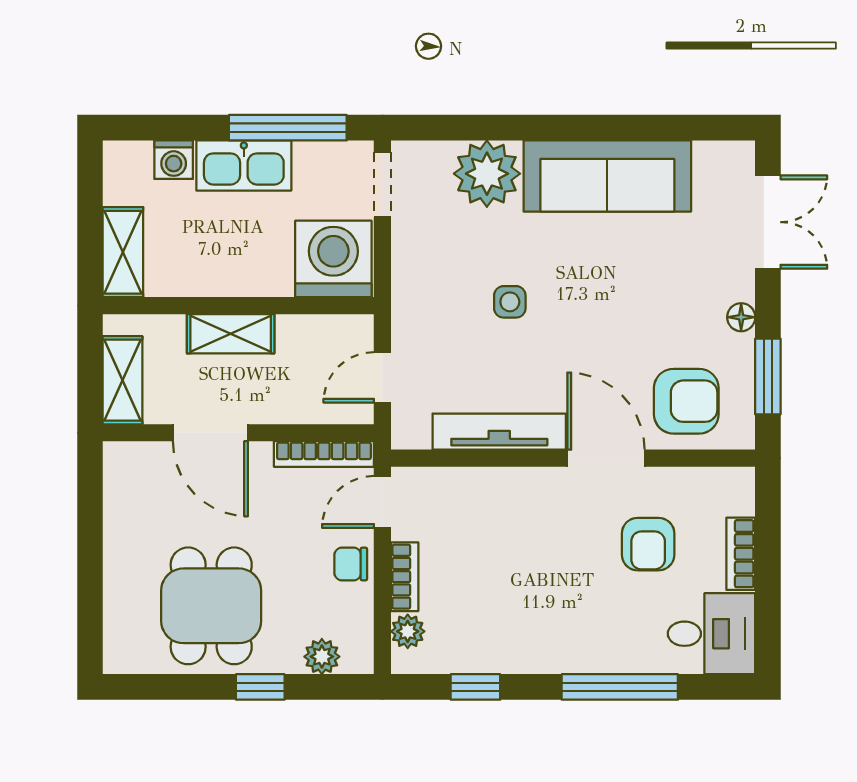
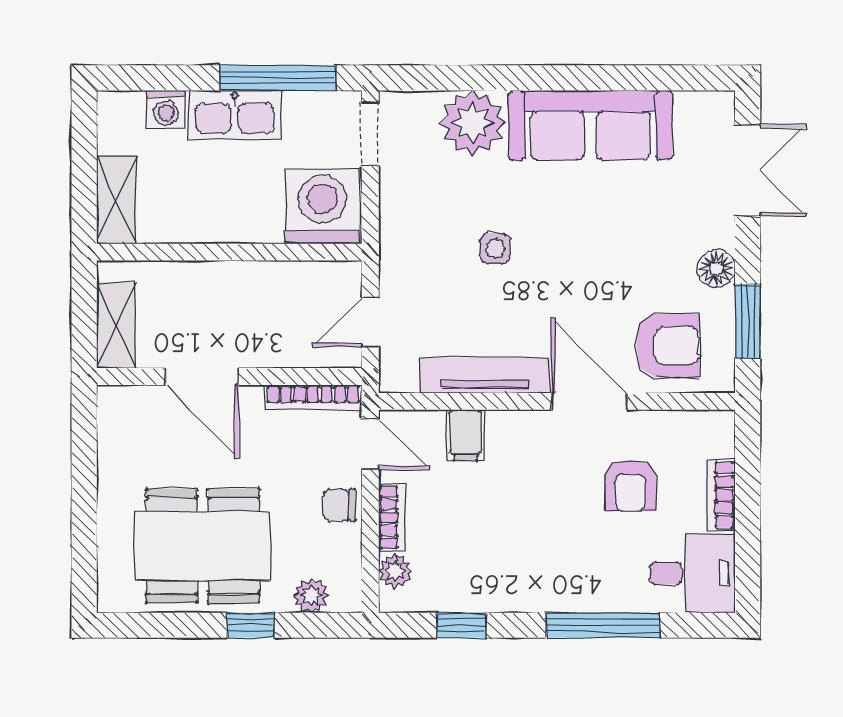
floor lamp: (741, 317) -> (716, 269), width x1.37, depth x1.37
shelving: (231, 334) -> (222, 280), removed
filing cabinet: (480, 493) -> (466, 435), added
door: (382, 502) -> (370, 444), swing flipped
dining table: (211, 606) -> (203, 546), width x1.38

